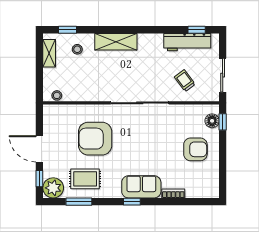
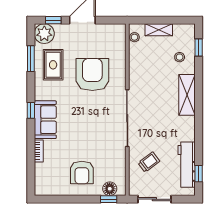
shelving: (49, 53) -> (159, 30), moved

